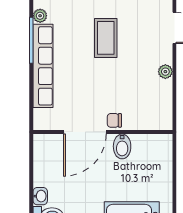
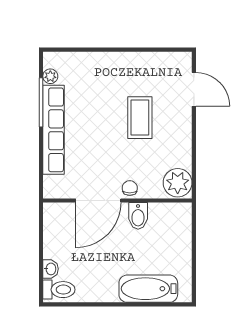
coffee table: (106, 38) -> (140, 118), moved
plant: (165, 72) -> (178, 183), moved, width x1.88, depth x1.88
chair: (114, 120) -> (130, 188), turned 90

